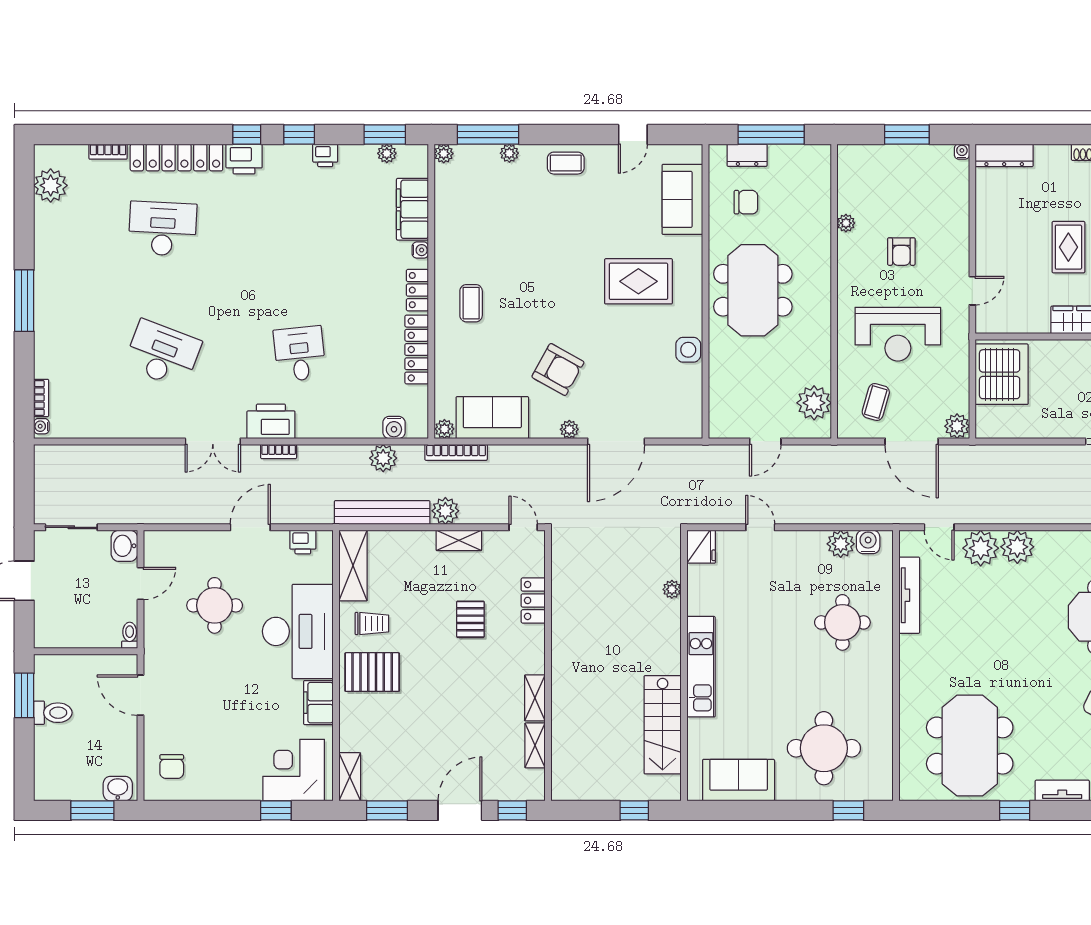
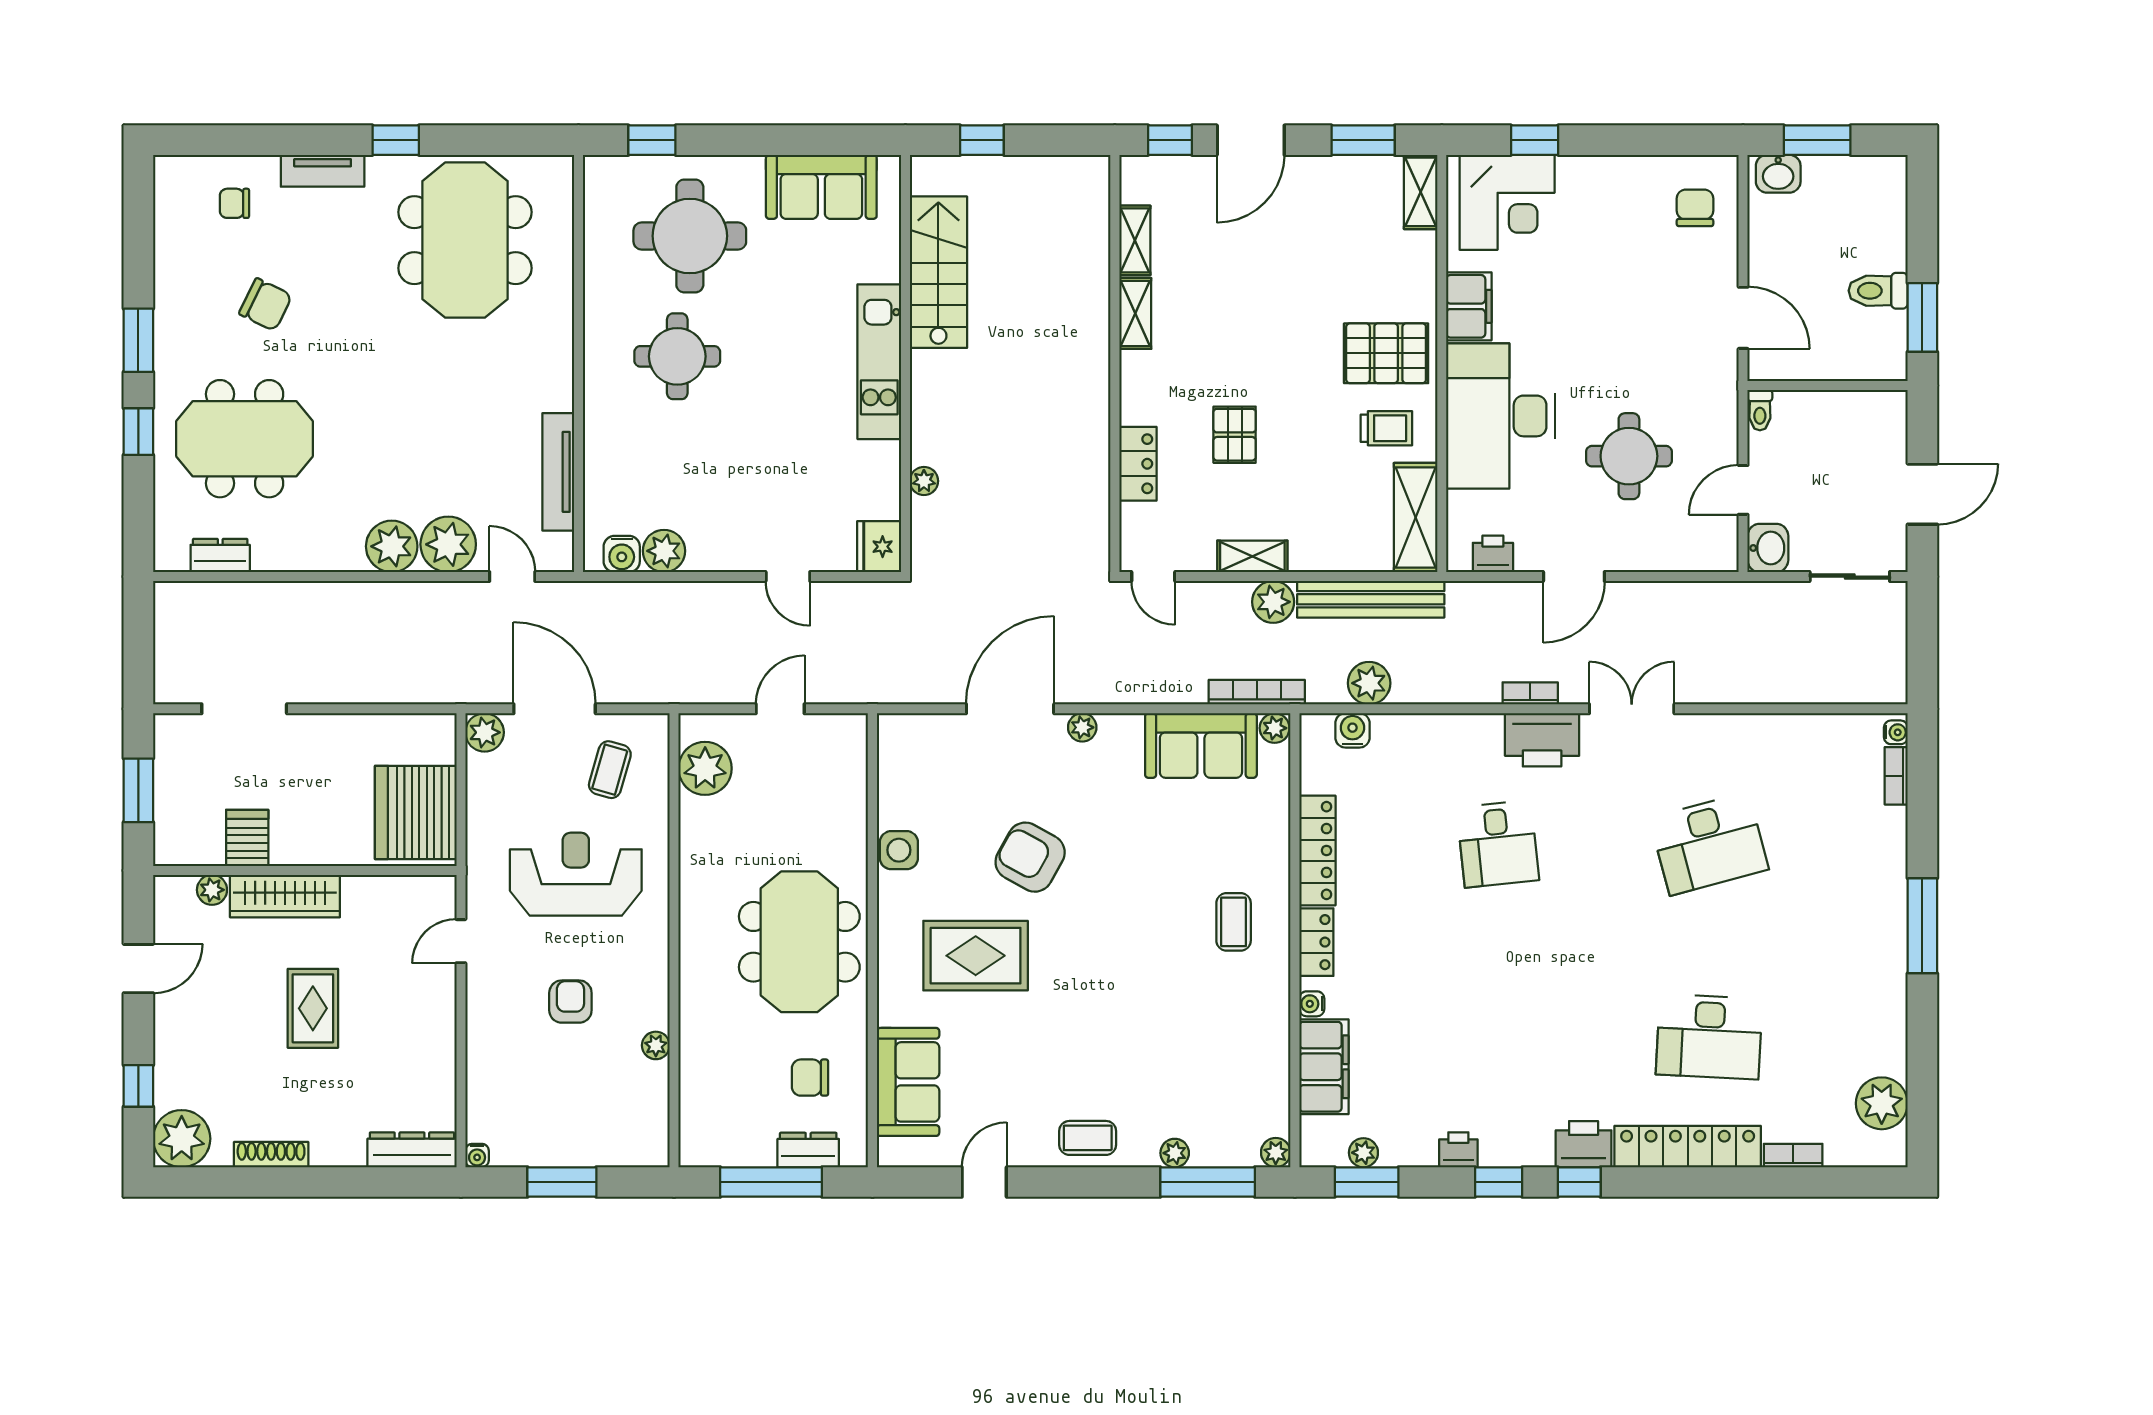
desk: (163, 354) -> (1709, 844), turned -36
armchair: (558, 369) -> (1030, 857), moved
round table: (842, 622) -> (677, 356), moved
trolley: (372, 623) -> (1386, 428), turned 180

